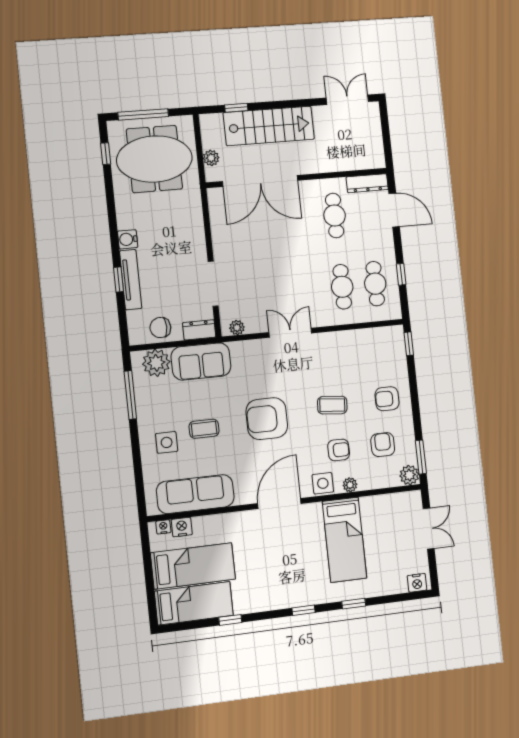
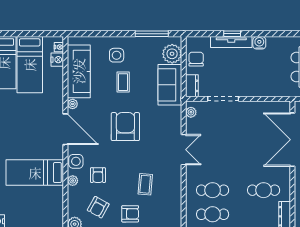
armchair: (387, 399) -> (130, 214), turned 90
coffee table: (332, 405) -> (145, 184), moved
armchair: (383, 445) -> (98, 207), turned 119
plant: (243, 498) -> (73, 104), added

